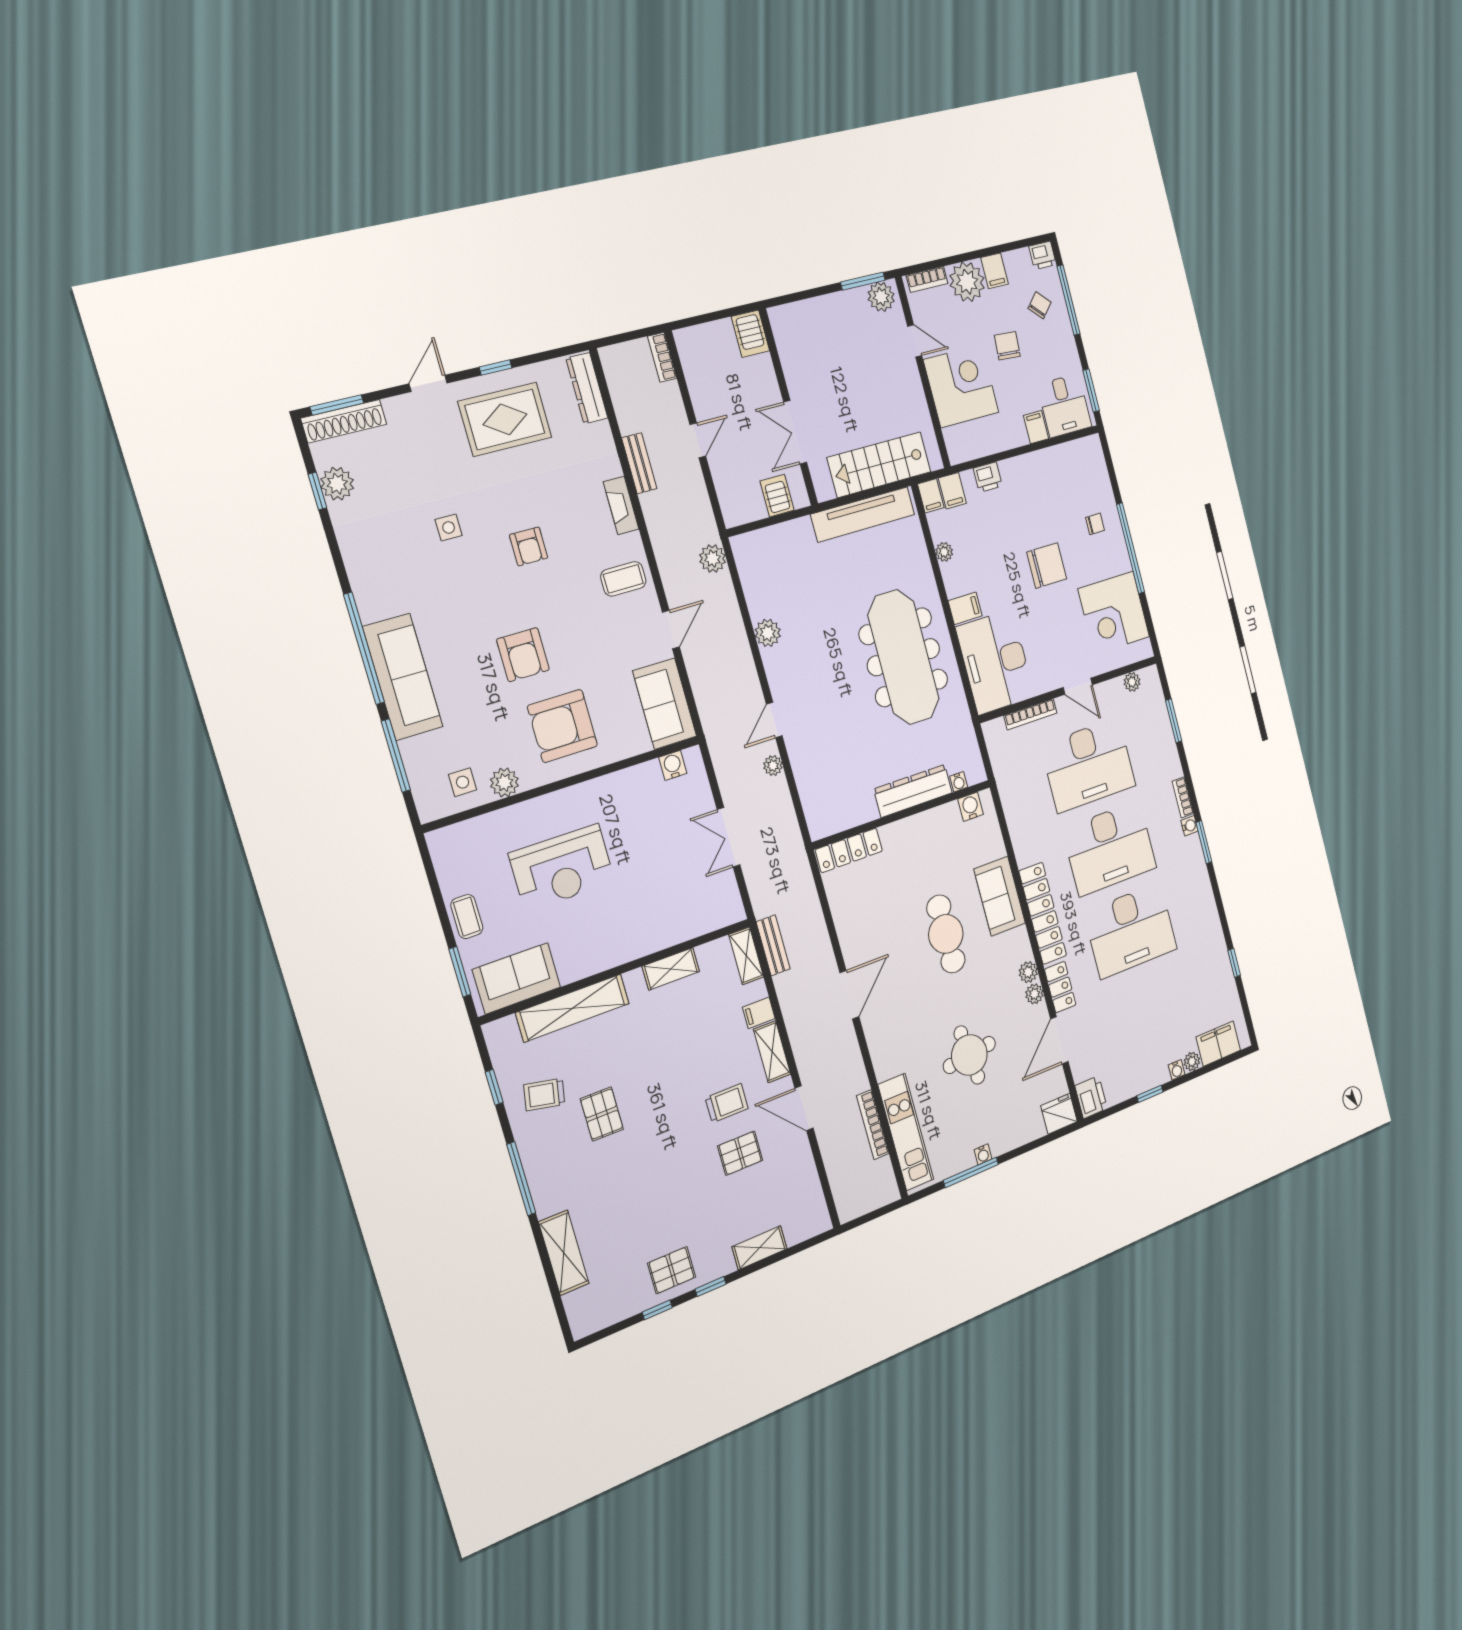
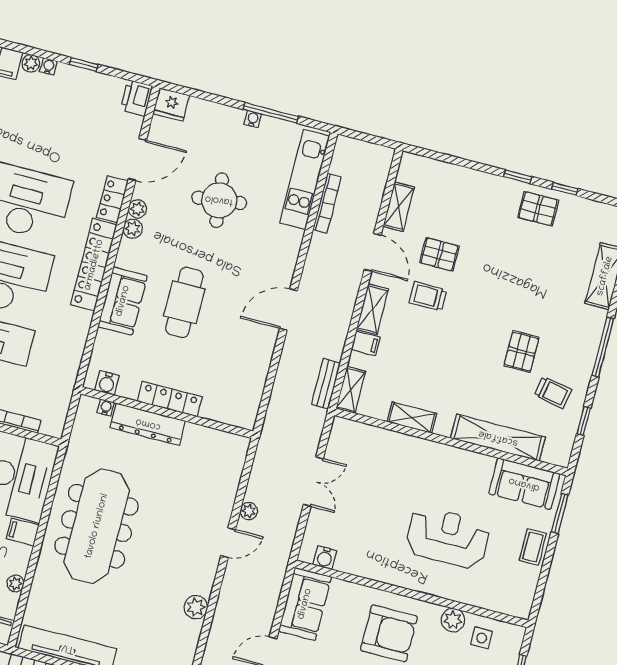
locker: (849, 850) -> (170, 399), moved
shelving: (760, 1248) -> (399, 207), moved, turned 90

